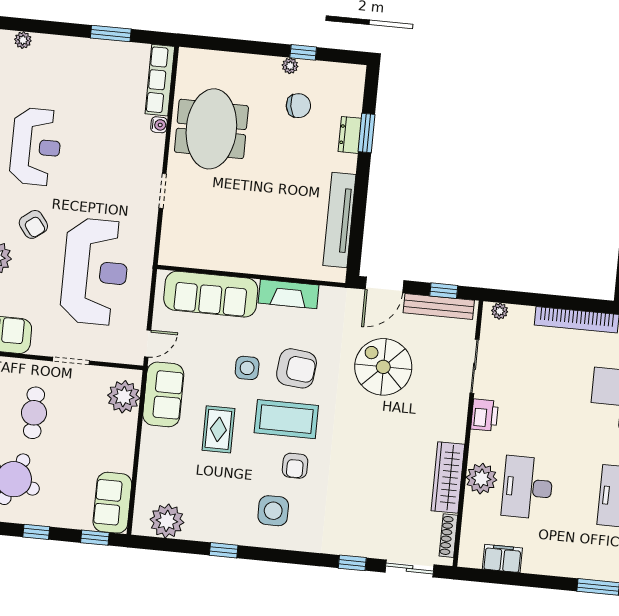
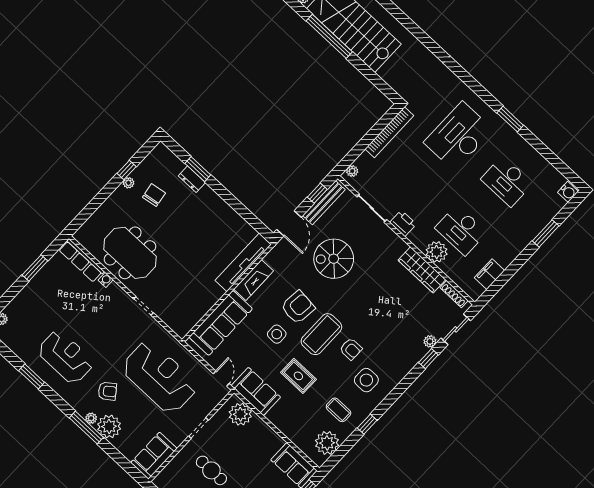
tv unit: (339, 220) -> (243, 262), moved, turned 90
coffee table: (215, 505) -> (338, 410), added
plant: (373, 549) -> (430, 341), added

